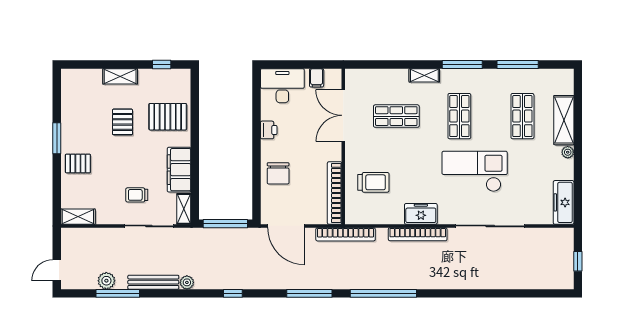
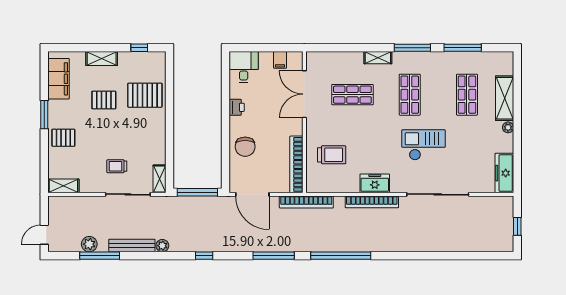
desk: (282, 86) -> (244, 67), width x0.73
pallet: (122, 122) -> (104, 100), turned 90
filing cabinet: (179, 170) -> (59, 79), moved, turned 180
checkout: (475, 171) -> (424, 145), width x0.73, depth x0.83

